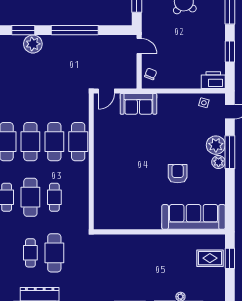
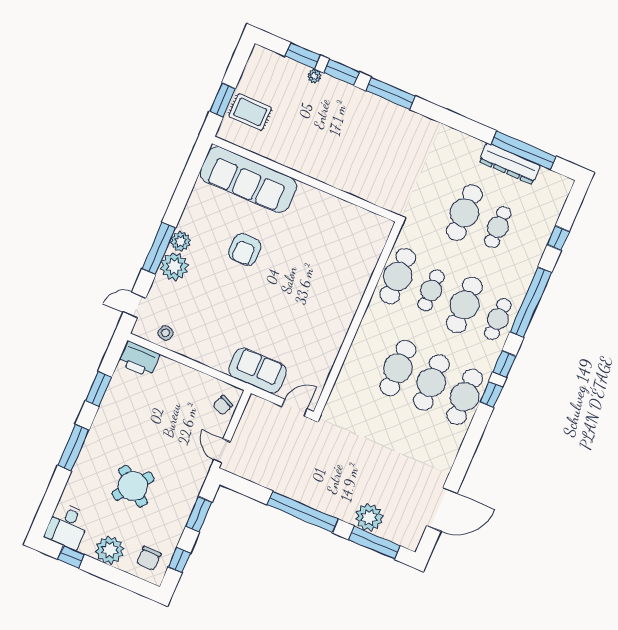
window: (23, 30) -> (374, 543), width x1.44
cafe table: (78, 142) -> (398, 276), moved

